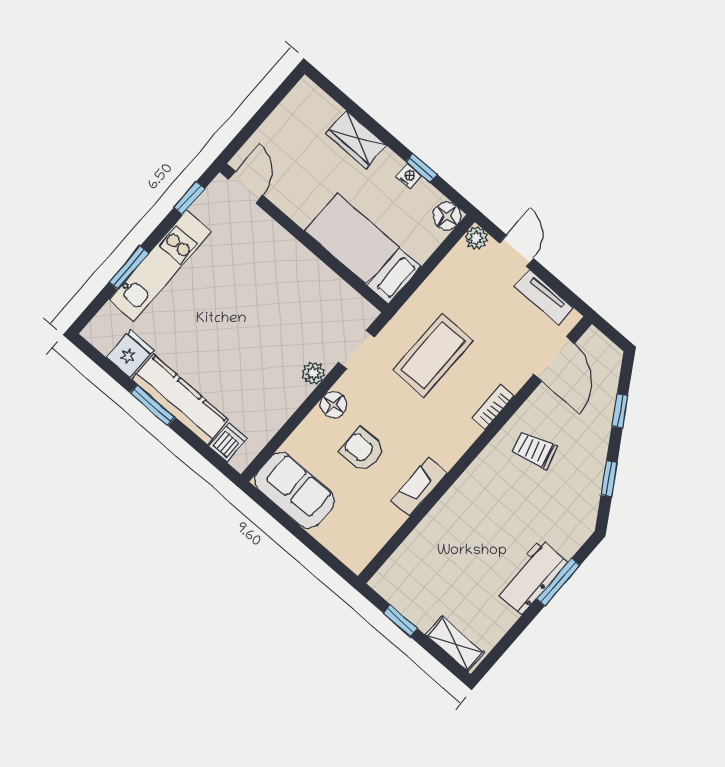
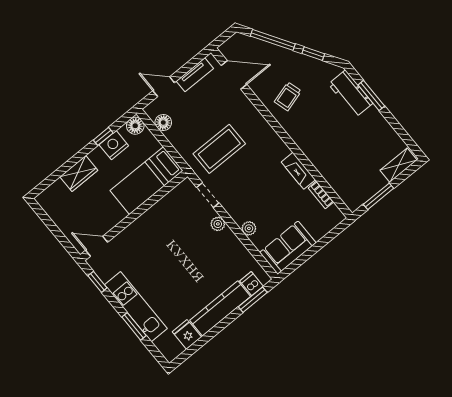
nightstand: (409, 176) -> (114, 145), width x1.89, depth x1.79
plant: (476, 238) -> (249, 228), moved
coffee table: (433, 355) -> (219, 149), turned 90
window: (153, 405) -> (253, 300), moved
floor lamp: (333, 405) -> (163, 122), moved
bookcase: (493, 407) -> (321, 195), moved
window: (620, 411) -> (273, 40), width x2.17
armchair: (362, 450) -> (270, 202), removed
workbench: (531, 577) -> (351, 94), moved
window: (400, 621) -> (378, 196), width x1.50

